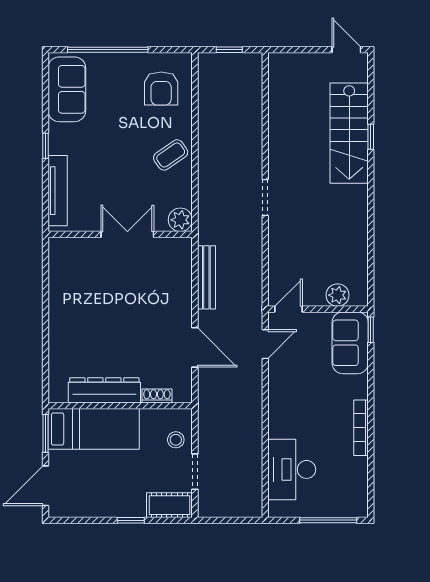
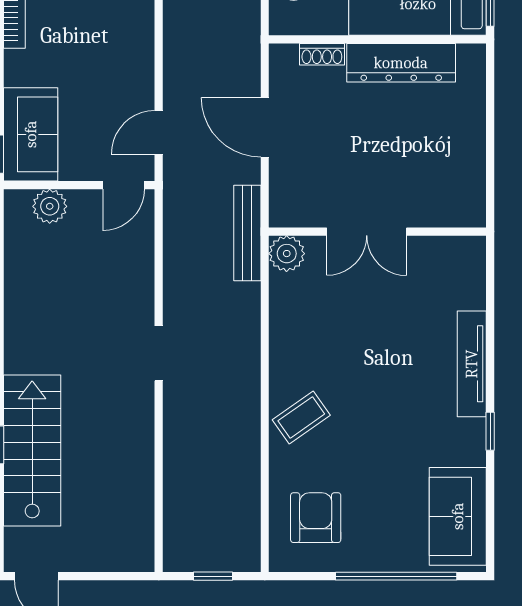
plant: (180, 220) -> (287, 254), moved
wall: (120, 234) -> (377, 232), moved
double door: (127, 234) -> (367, 232), moved

